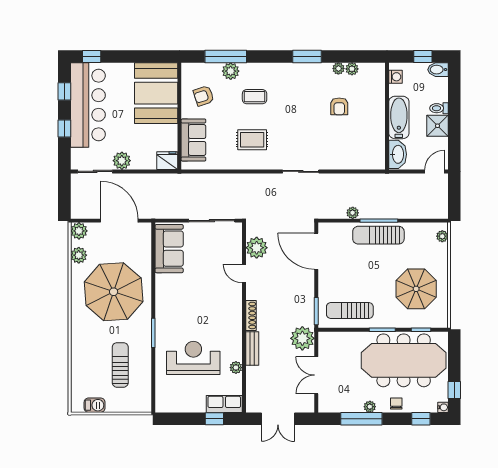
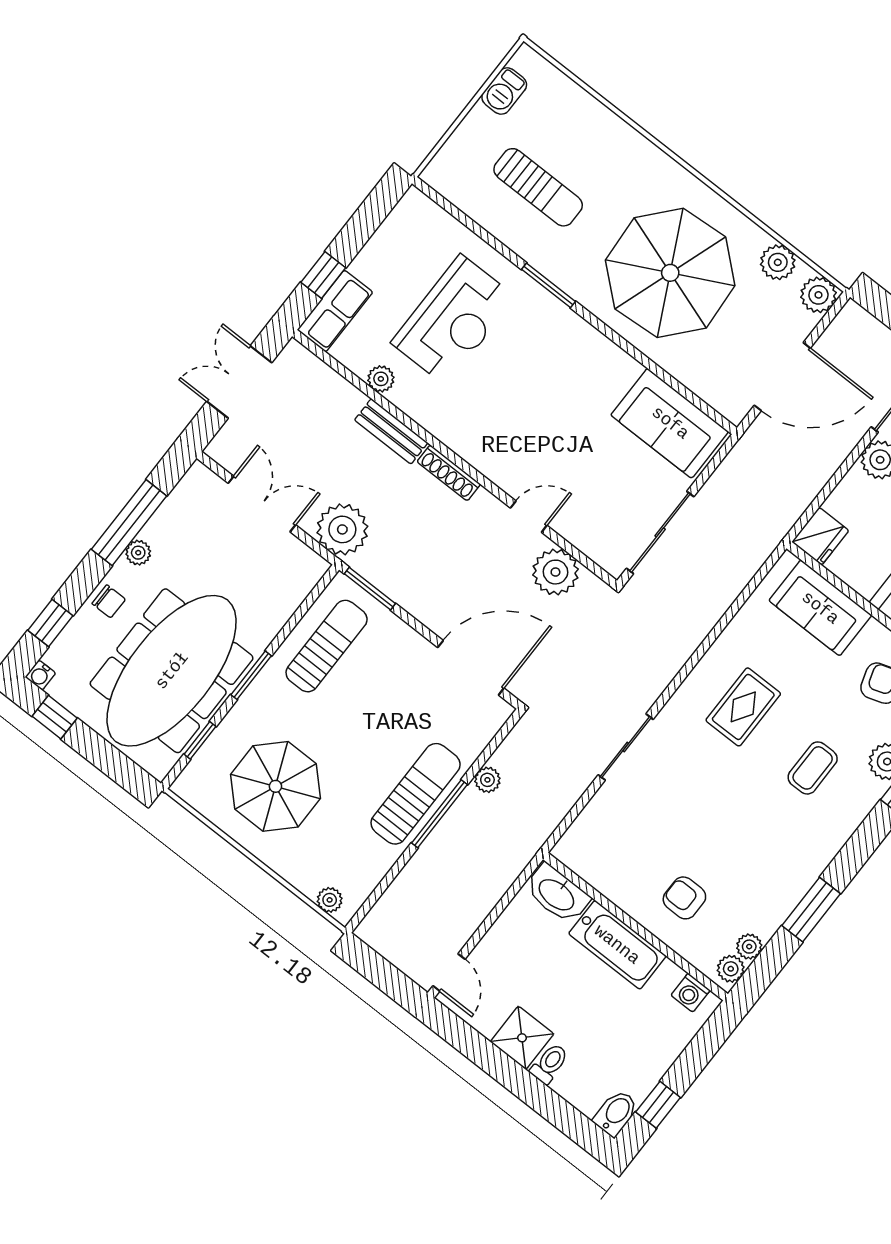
washing machine: (395, 77) -> (690, 993), moved
wall: (387, 116) -> (635, 927), moved
bathtub: (399, 117) -> (617, 945), moved
washbasin: (398, 154) -> (557, 894), moved

